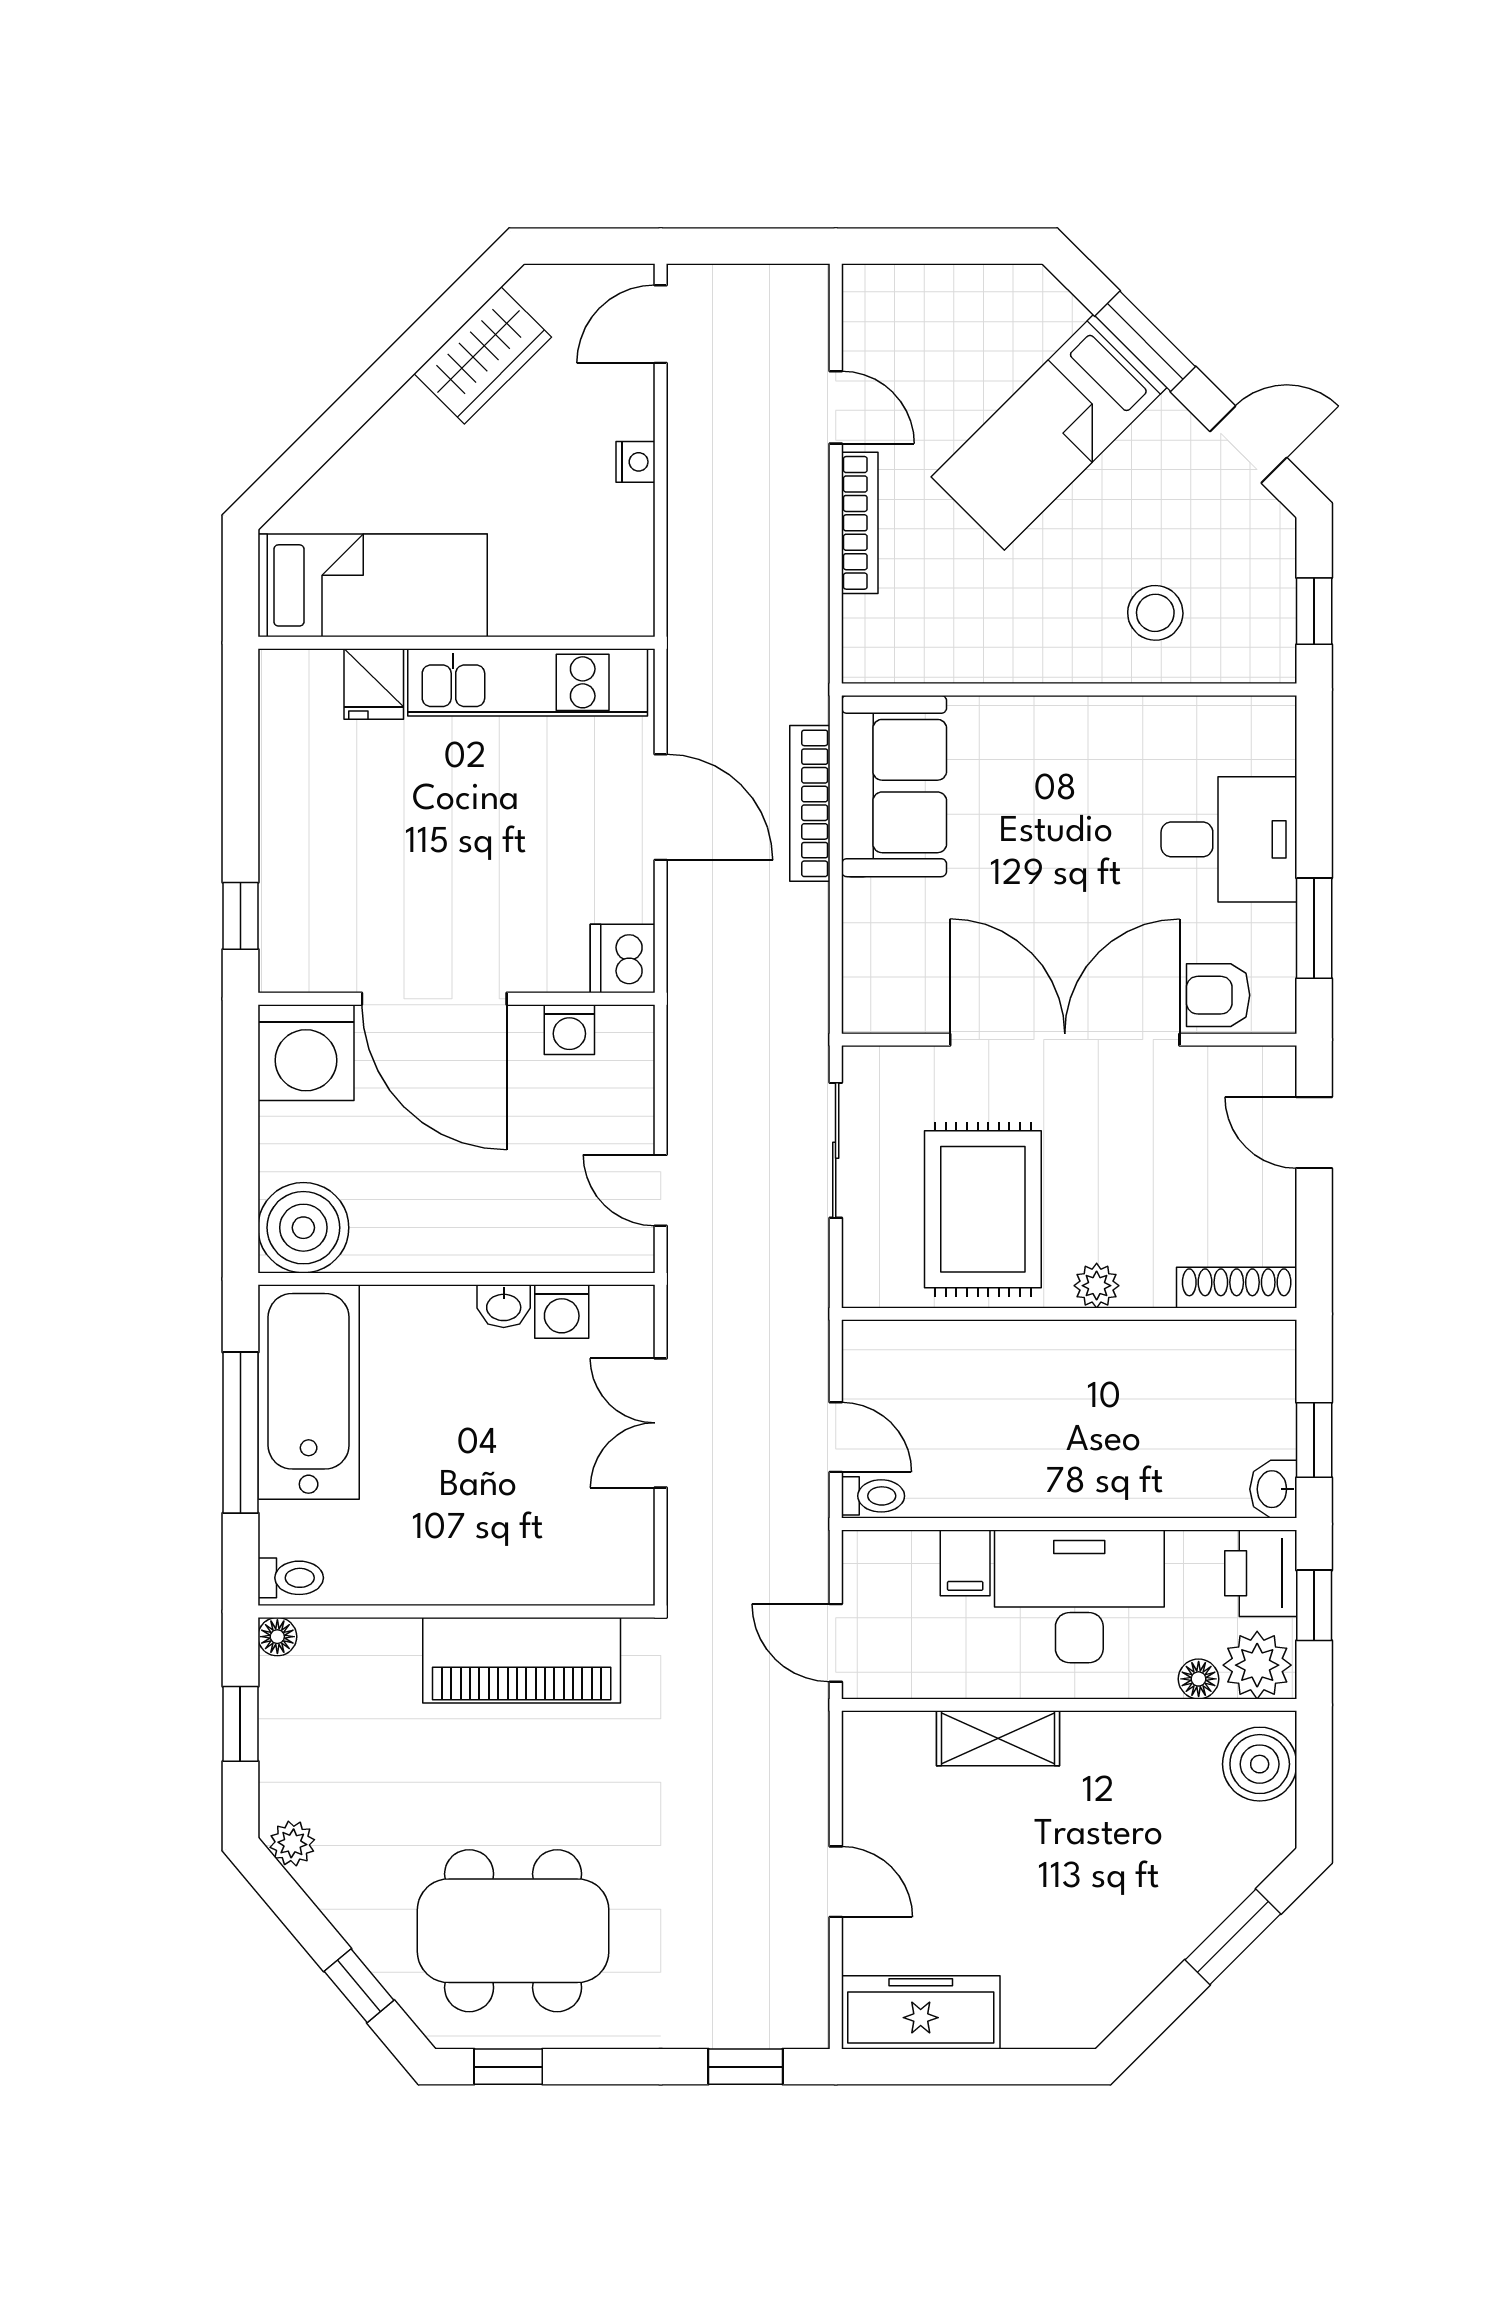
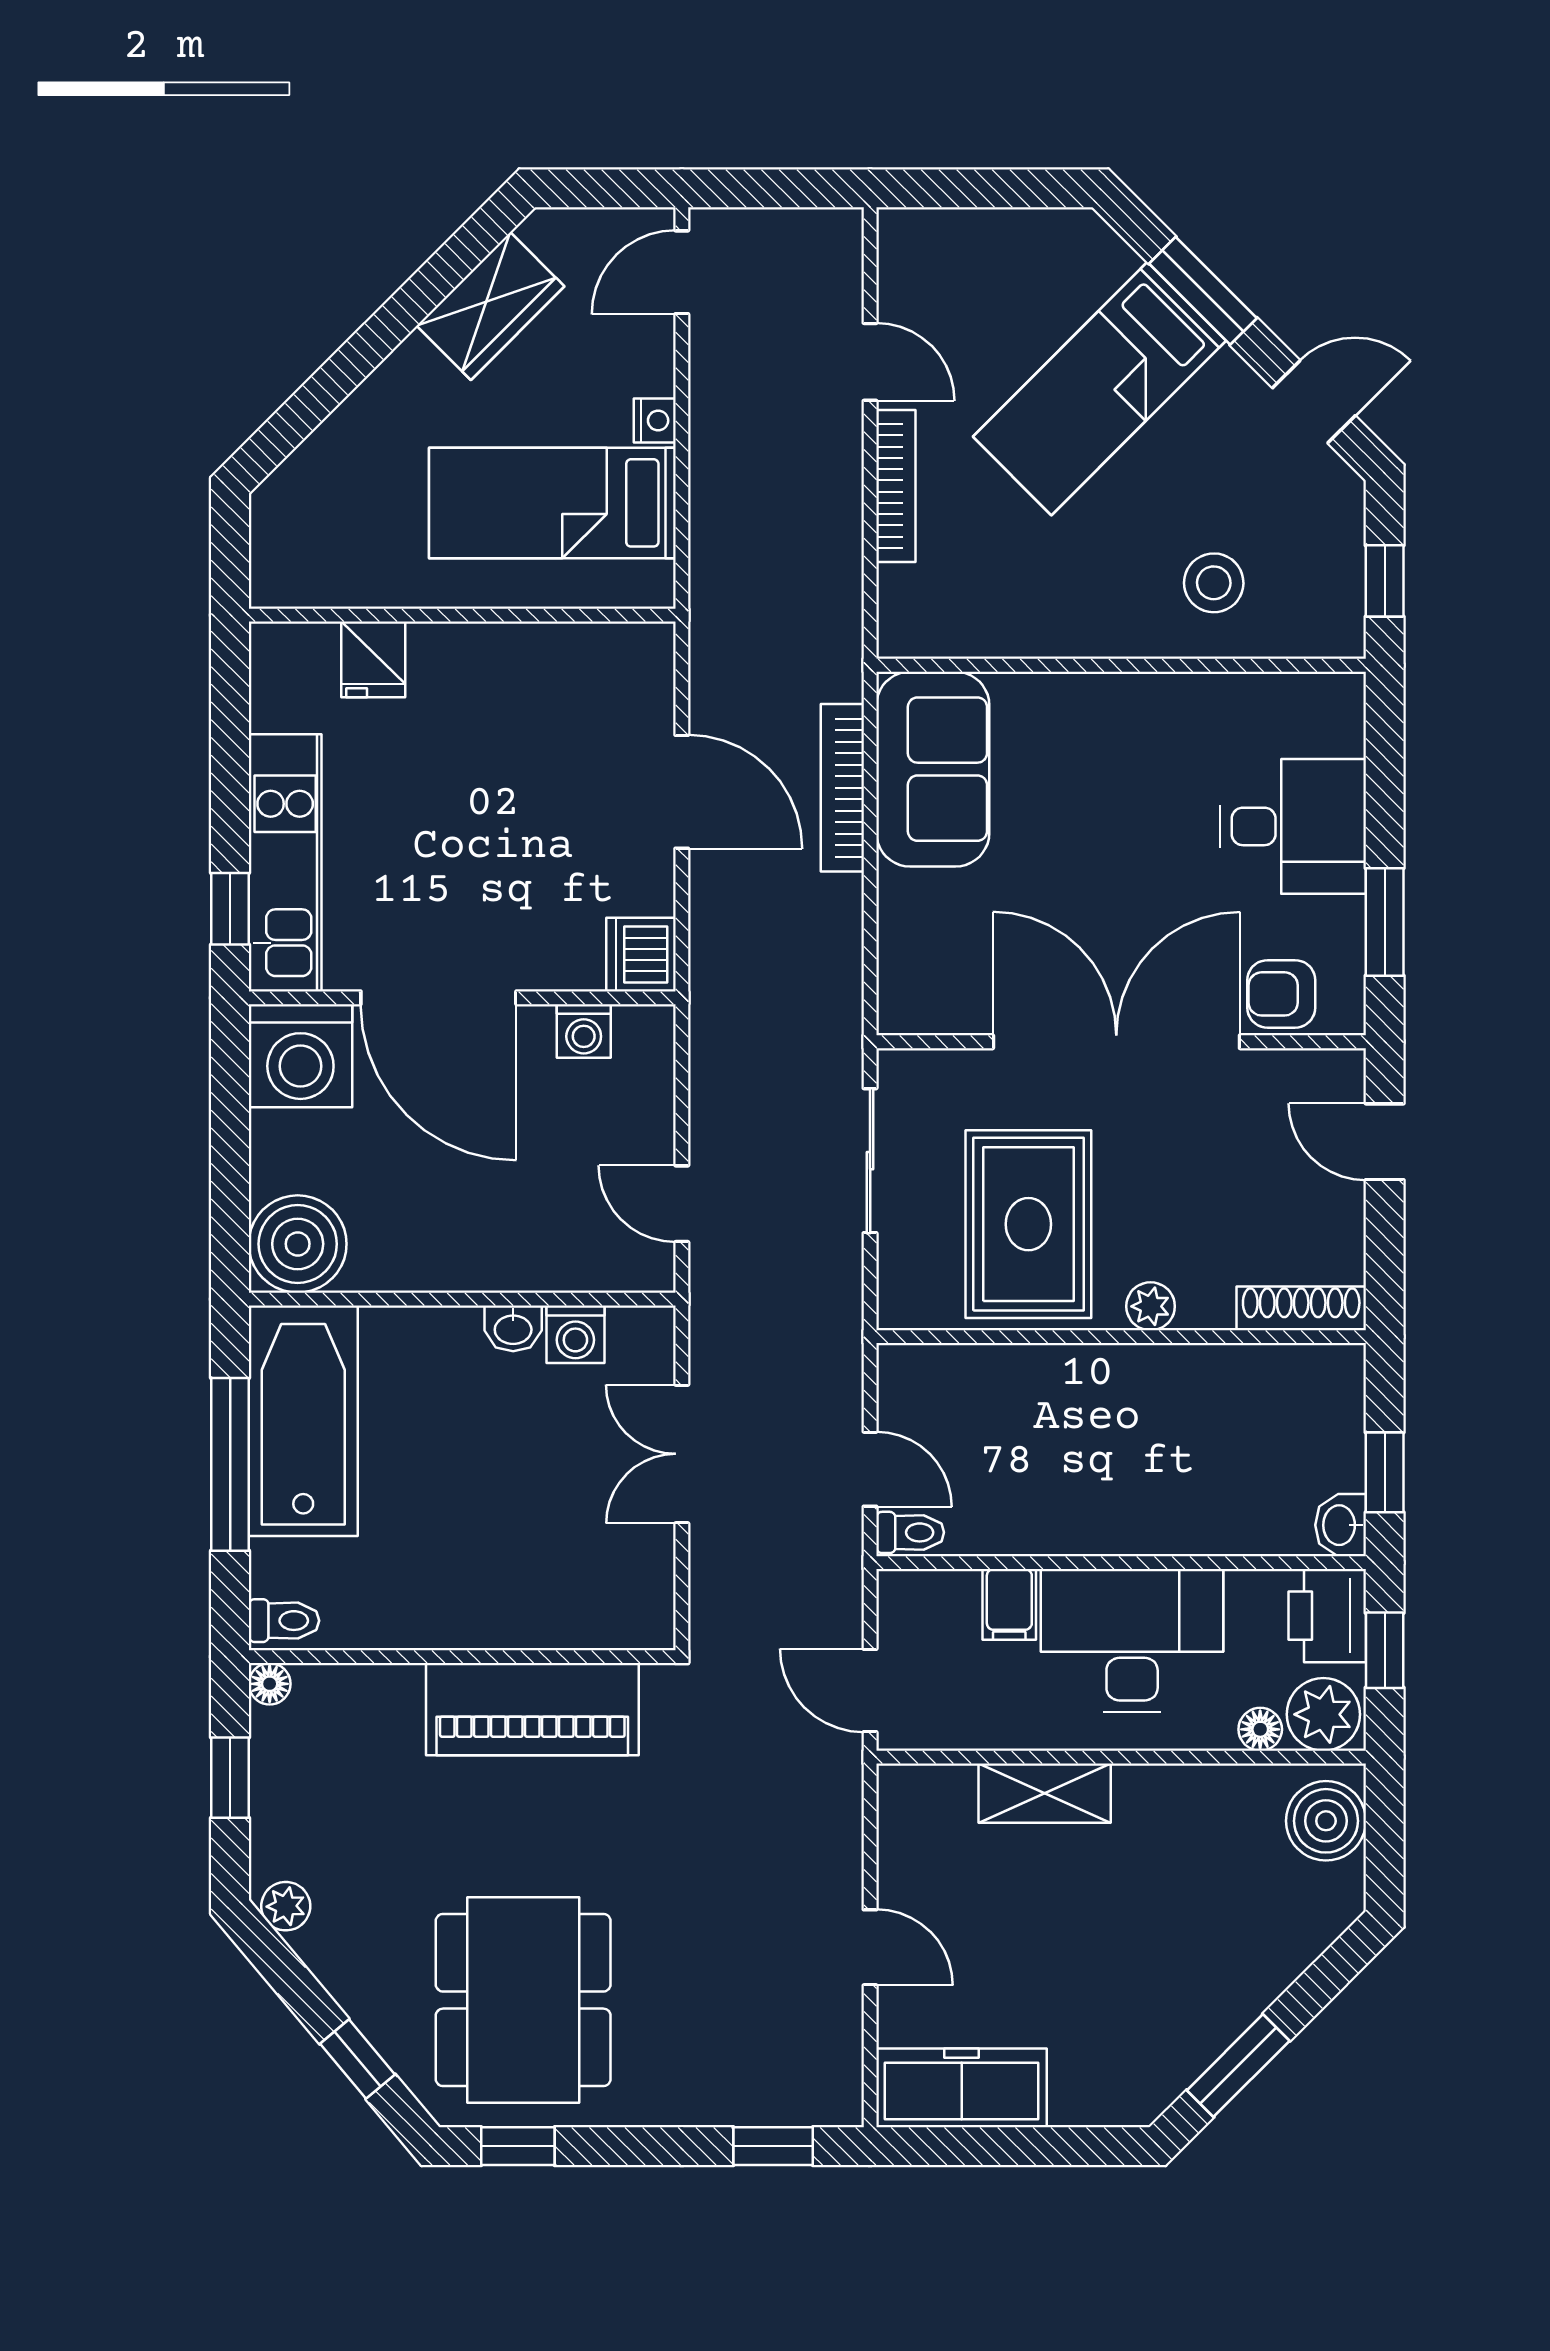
bed: (373, 585) -> (552, 503), moved, turned 180
kitchen unit: (528, 682) -> (285, 863), moved, turned -90
dining table: (513, 1931) -> (523, 2000), turned 90
window: (1233, 1937) -> (1238, 2066), moved

